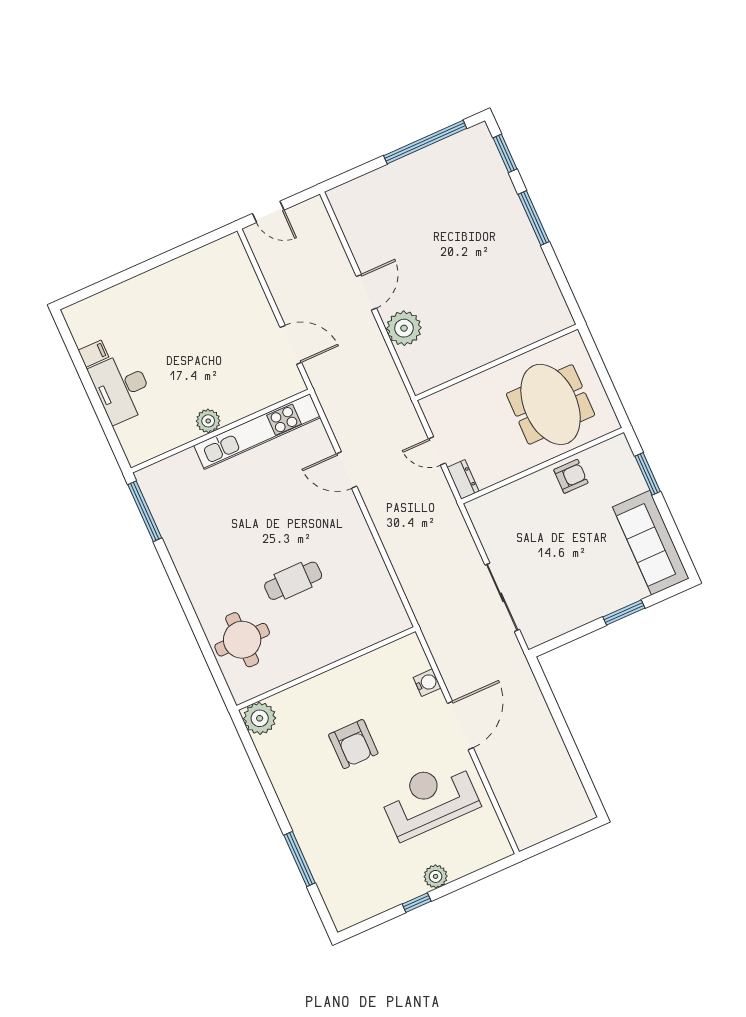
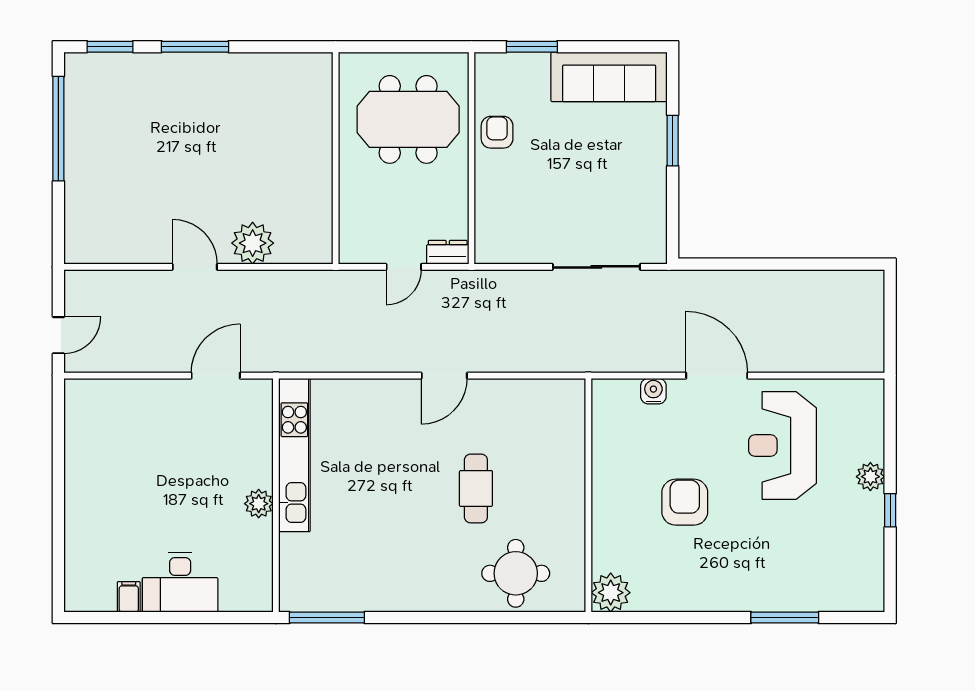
door: (347, 470) -> (444, 376), moved
armchair: (353, 744) -> (685, 502), turned -90

